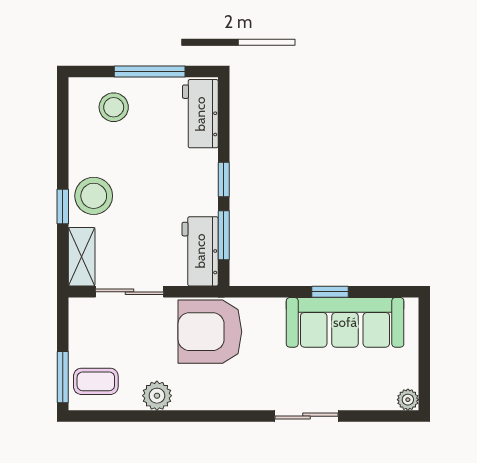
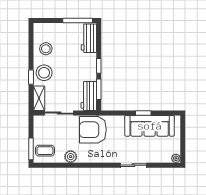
window: (150, 71) -> (78, 21), moved
stool: (114, 107) -> (46, 49), moved

